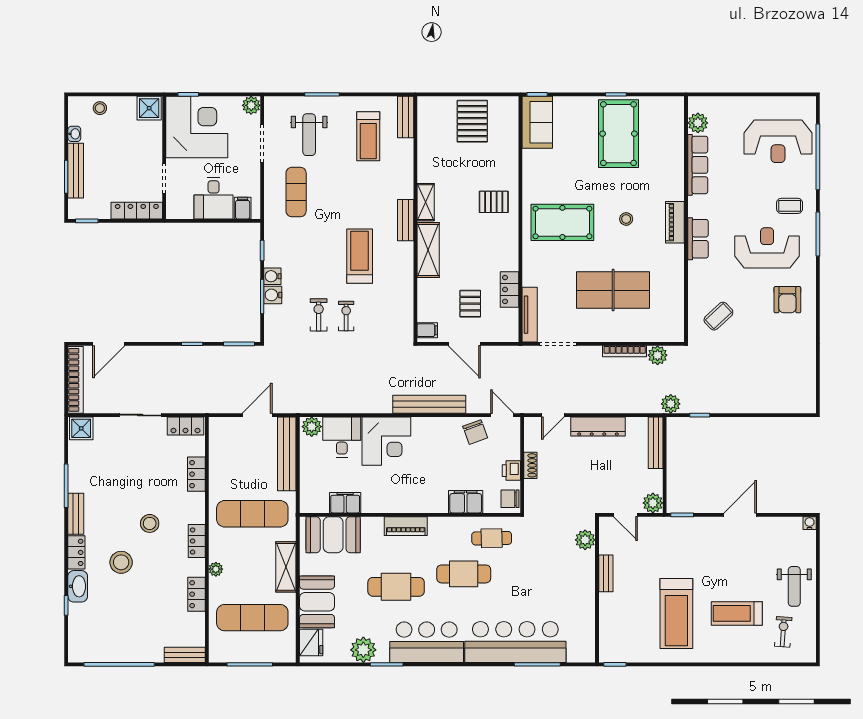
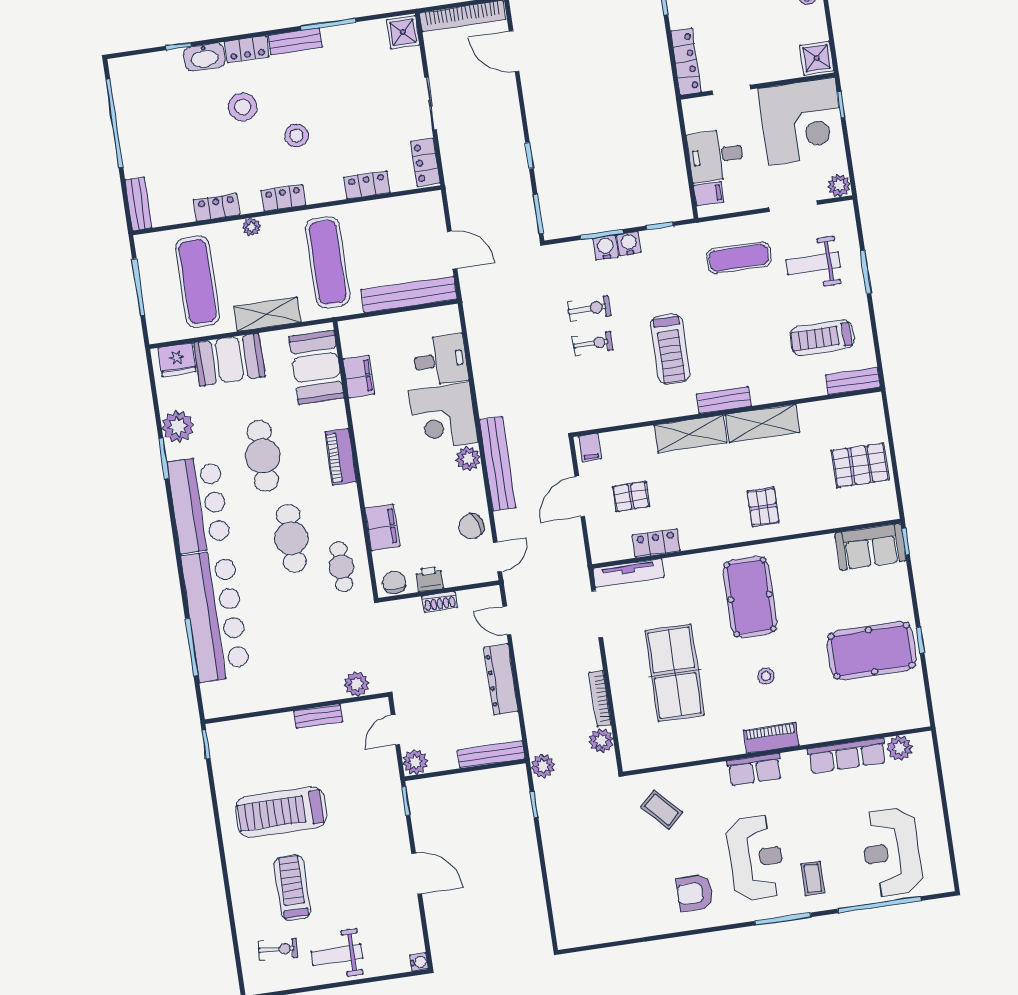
shelving: (426, 202) -> (762, 424), width x1.50, depth x1.33
treadmill: (360, 256) -> (670, 349), turned 90
plant: (312, 427) -> (468, 459), moved

